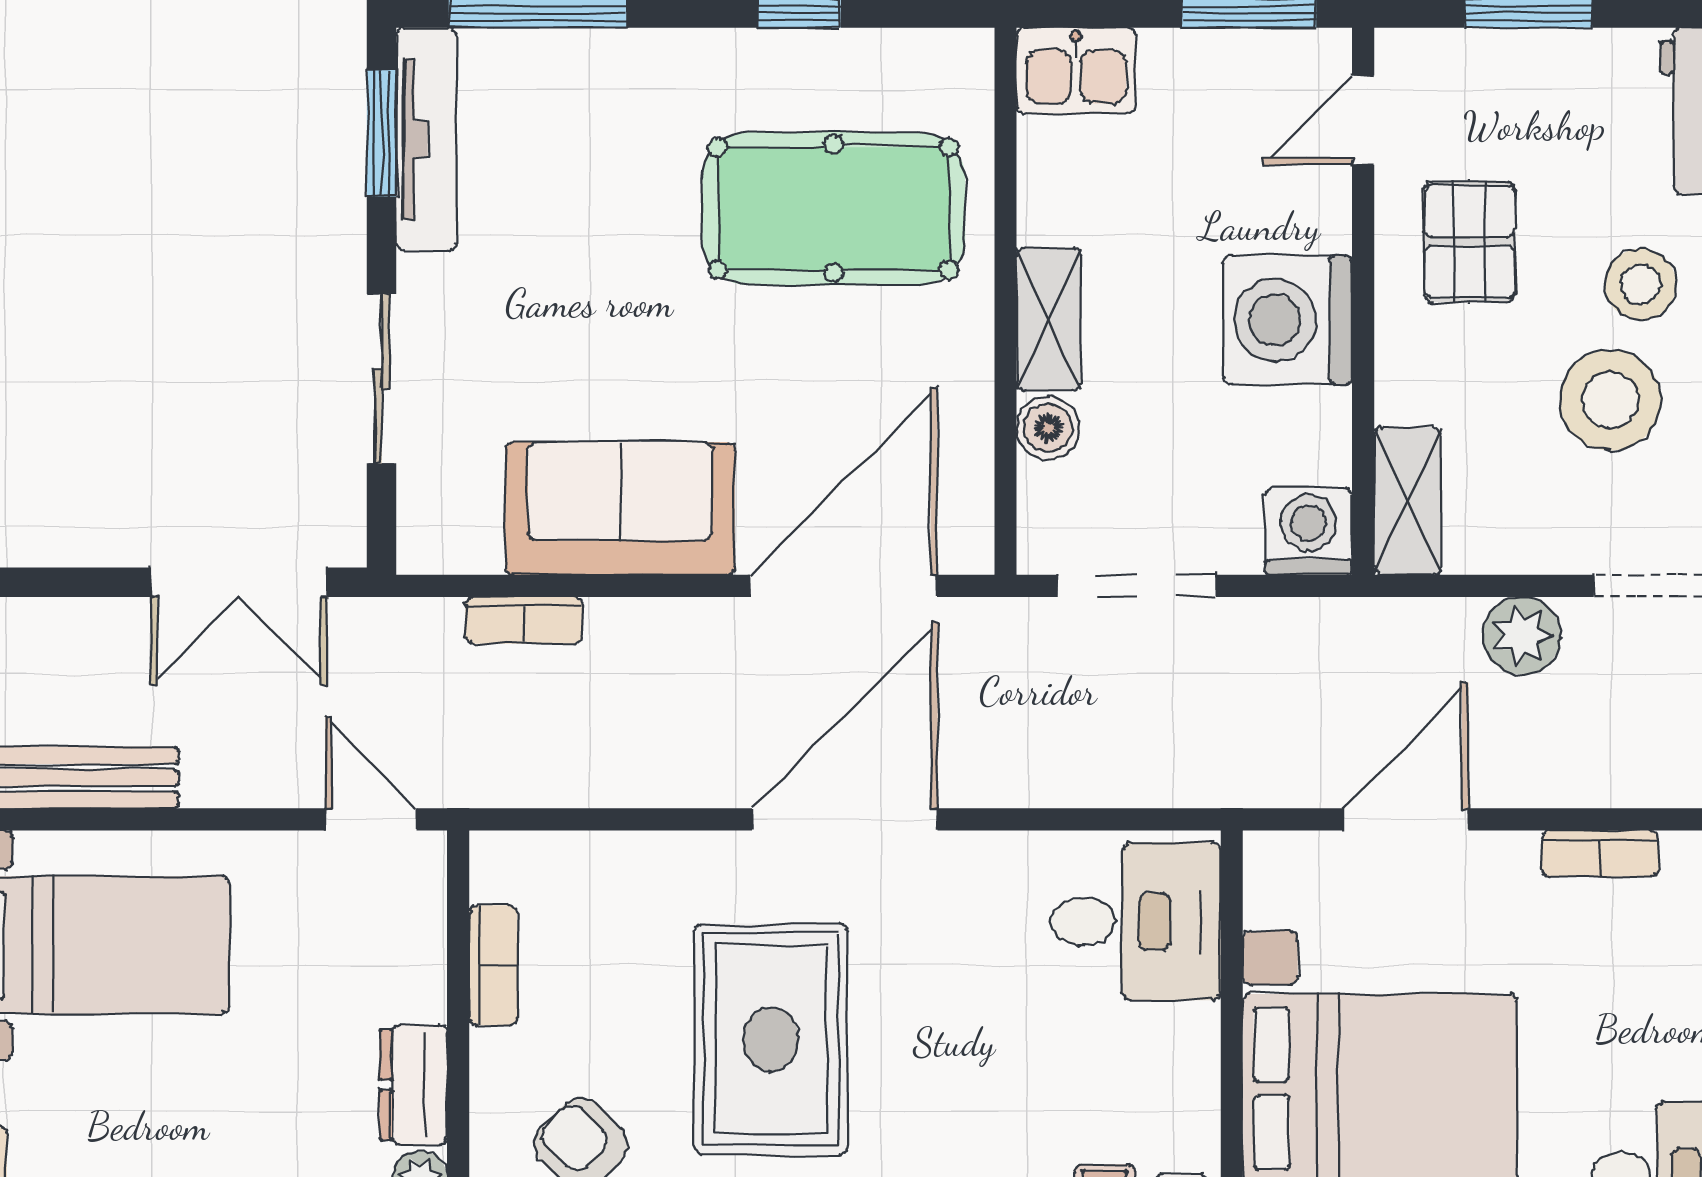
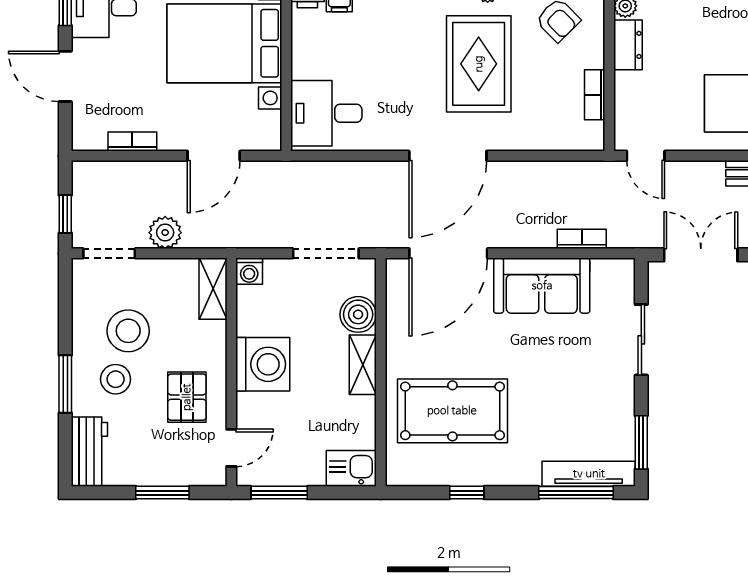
tv unit: (426, 139) -> (589, 474), moved, turned 90
boiler: (1048, 428) -> (358, 314), width x1.36, depth x1.36
washing machine: (1308, 531) -> (249, 271), width x0.73, depth x0.73

